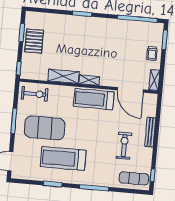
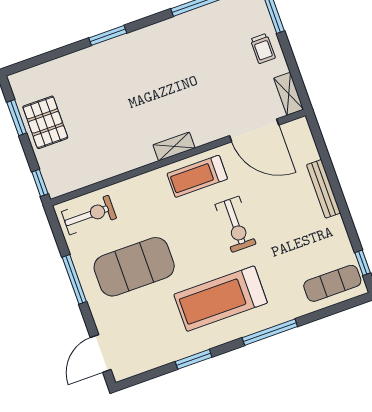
shelving: (63, 76) -> (125, 161), removed
treadmill: (94, 99) -> (197, 176), width x0.73, depth x0.73
exercise bike: (124, 146) -> (236, 224), moved, turned 180
treadmill: (63, 158) -> (221, 299), moved

